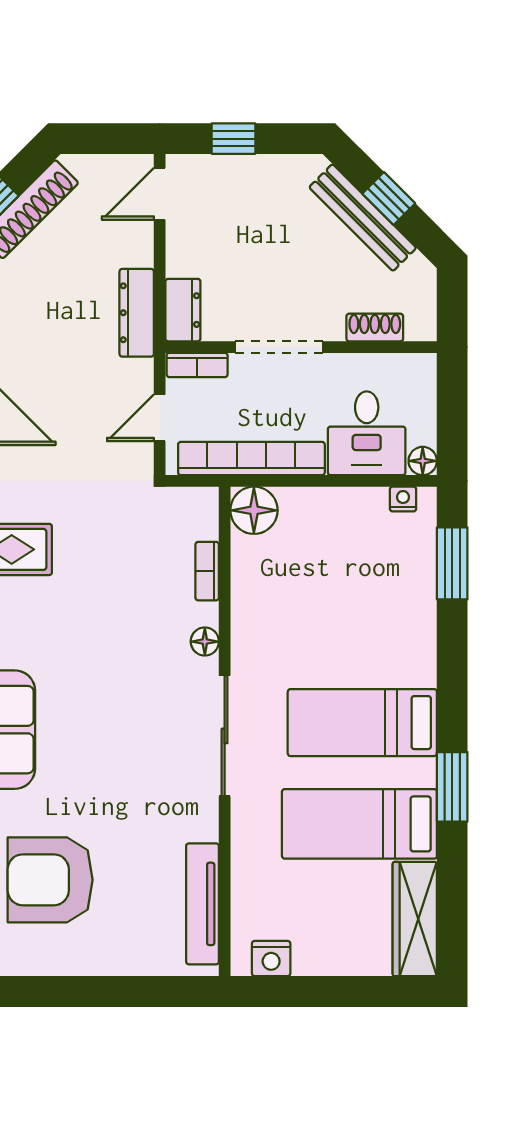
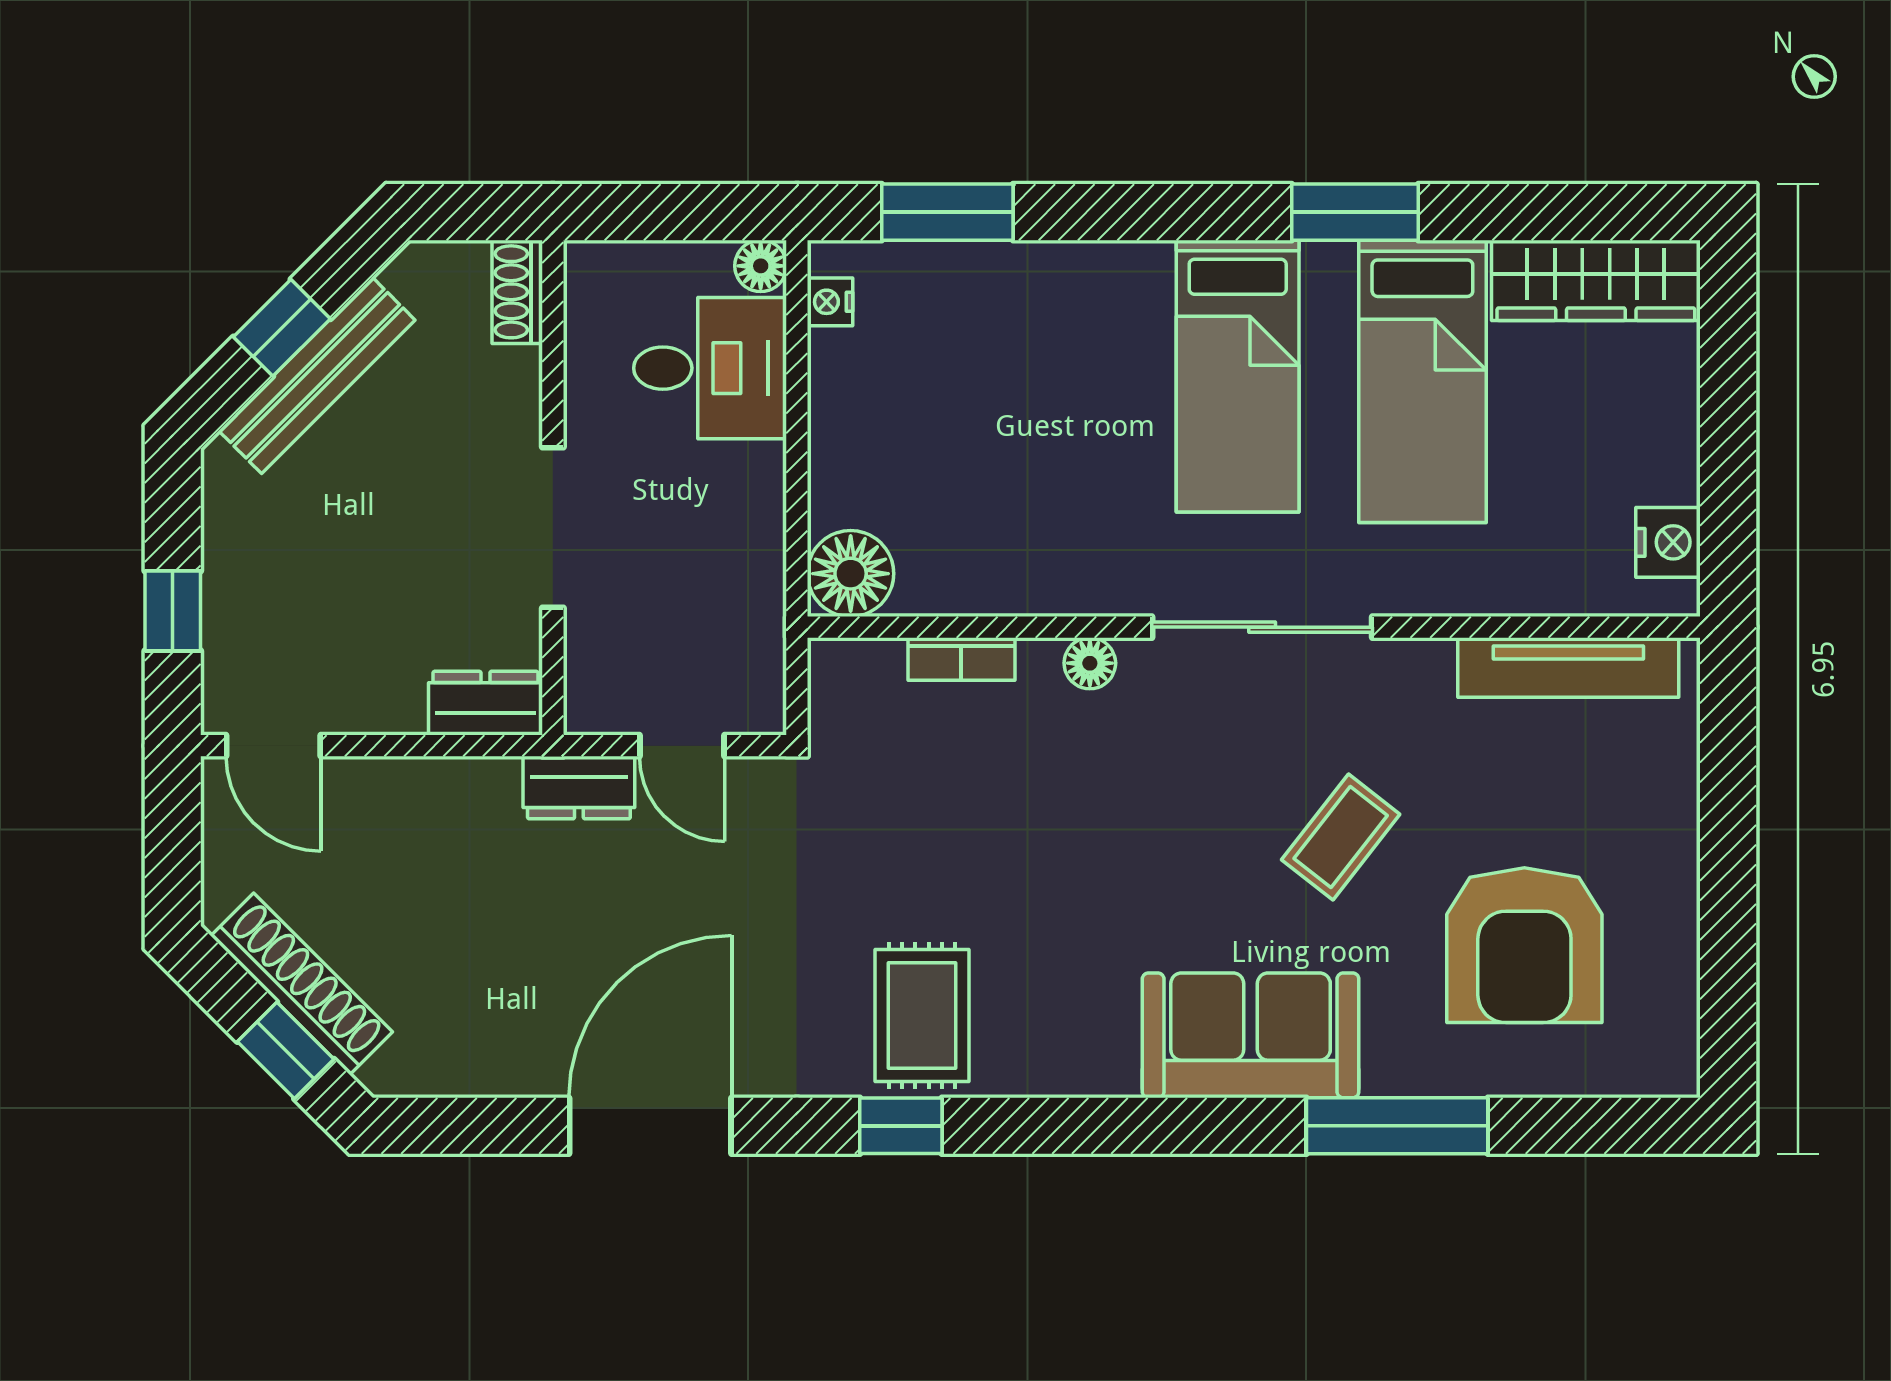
dresser: (137, 313) -> (579, 788), moved, width x0.70
shoe rack: (375, 327) -> (517, 292), moved
bookcase: (197, 365) -> (586, 677), removed
bookcase: (251, 458) -> (756, 578), removed
coffee table: (110, 779) -> (1341, 837), added

